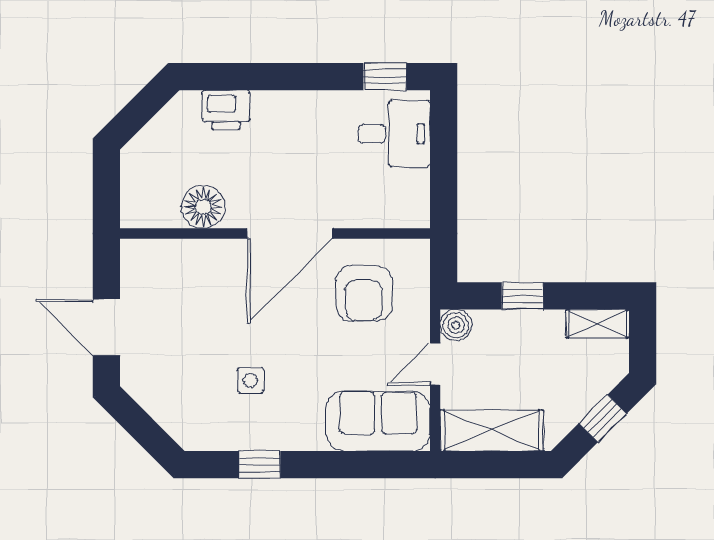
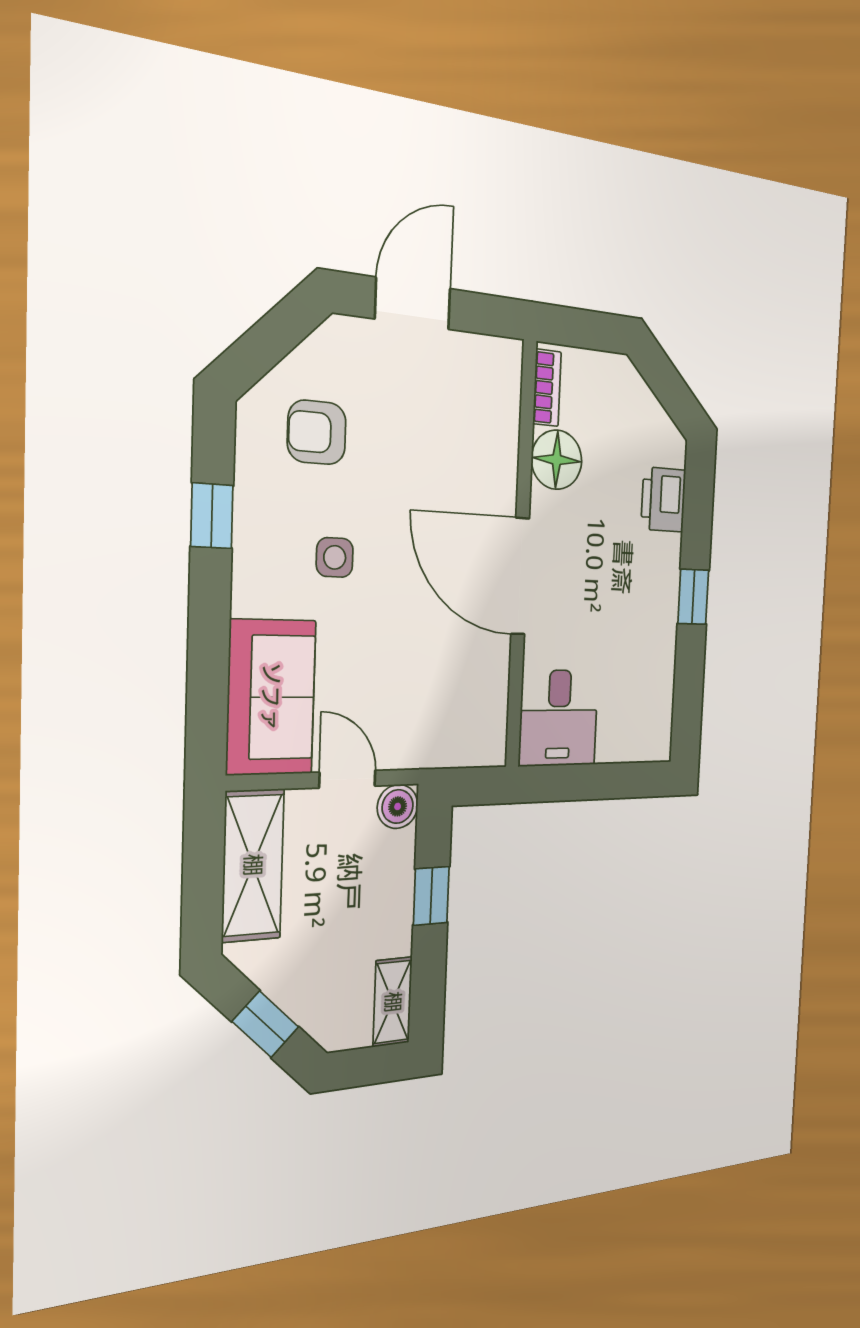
window: (385, 77) -> (693, 597), moved
desk: (394, 134) -> (559, 718), moved
bookcase: (152, 218) -> (547, 388), added
armchair: (364, 293) -> (317, 432), moved, width x0.72, depth x0.72
side table: (251, 380) -> (335, 557), moved

